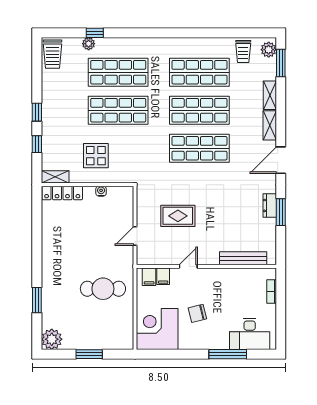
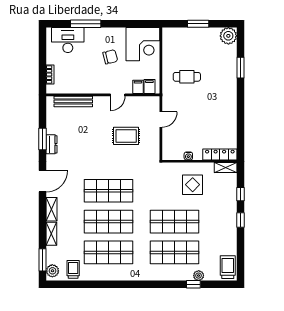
cafe table: (103, 289) -> (187, 77), width x0.73, depth x0.74

